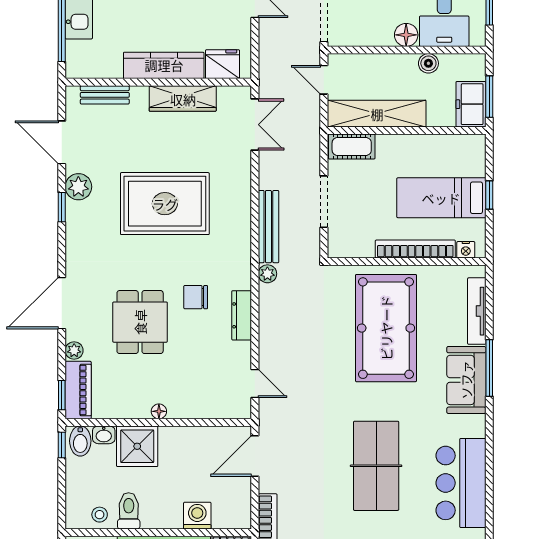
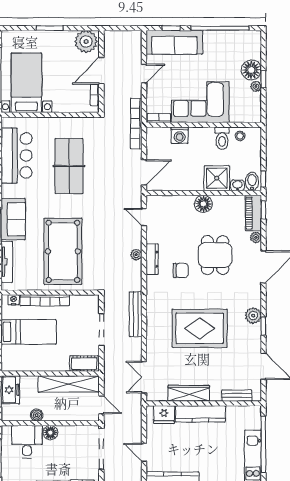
plant: (78, 187) -> (253, 316), moved
plant: (267, 274) -> (136, 255), moved
floor lamp: (159, 411) -> (203, 204), width x1.89, depth x1.89

